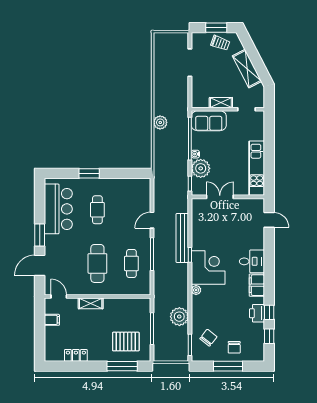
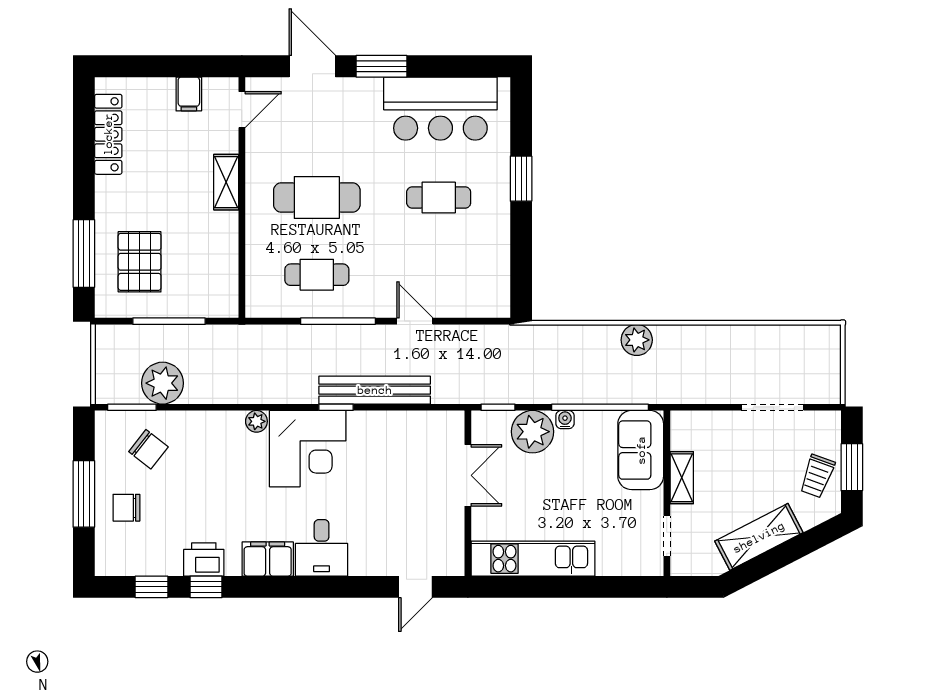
plant: (179, 317) -> (163, 383), moved
locker: (76, 355) -> (108, 134), width x1.53

